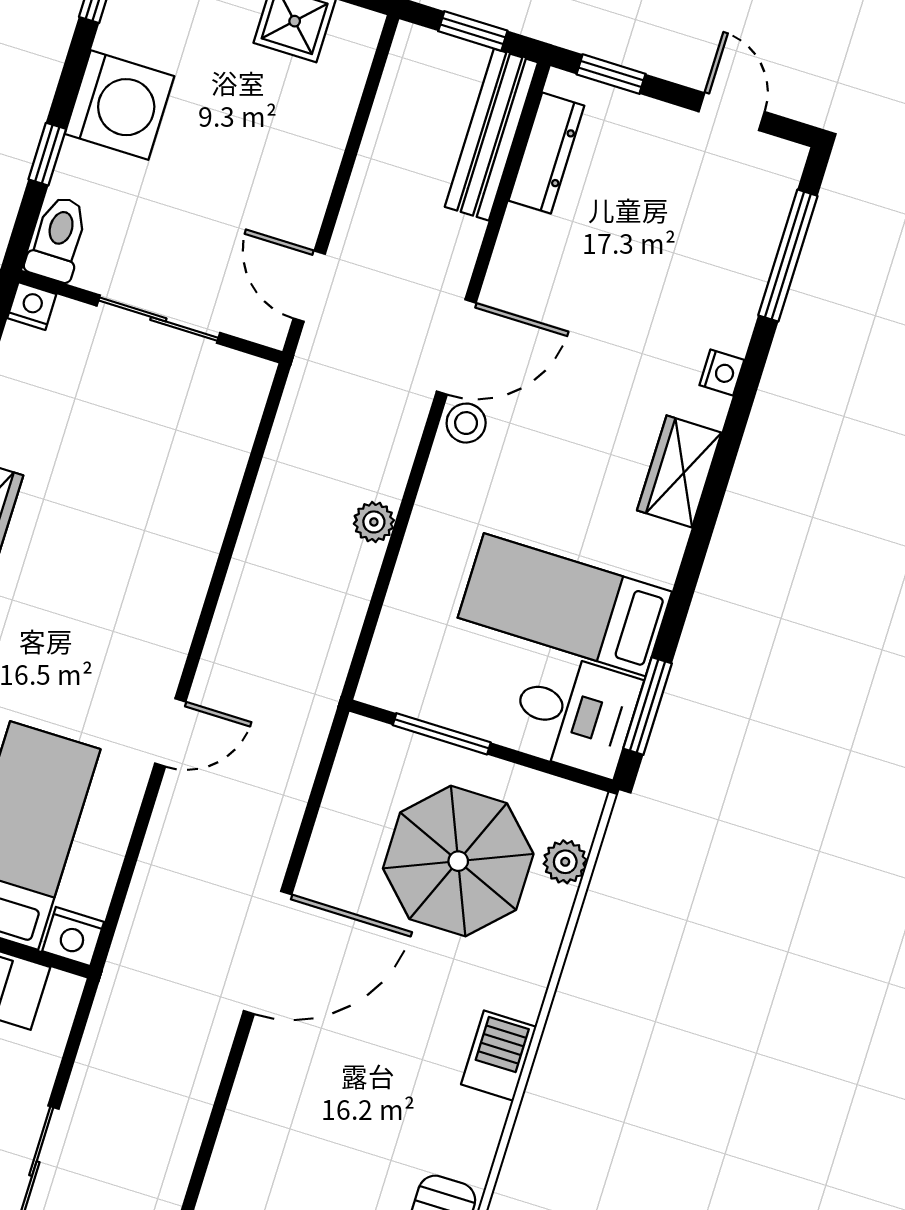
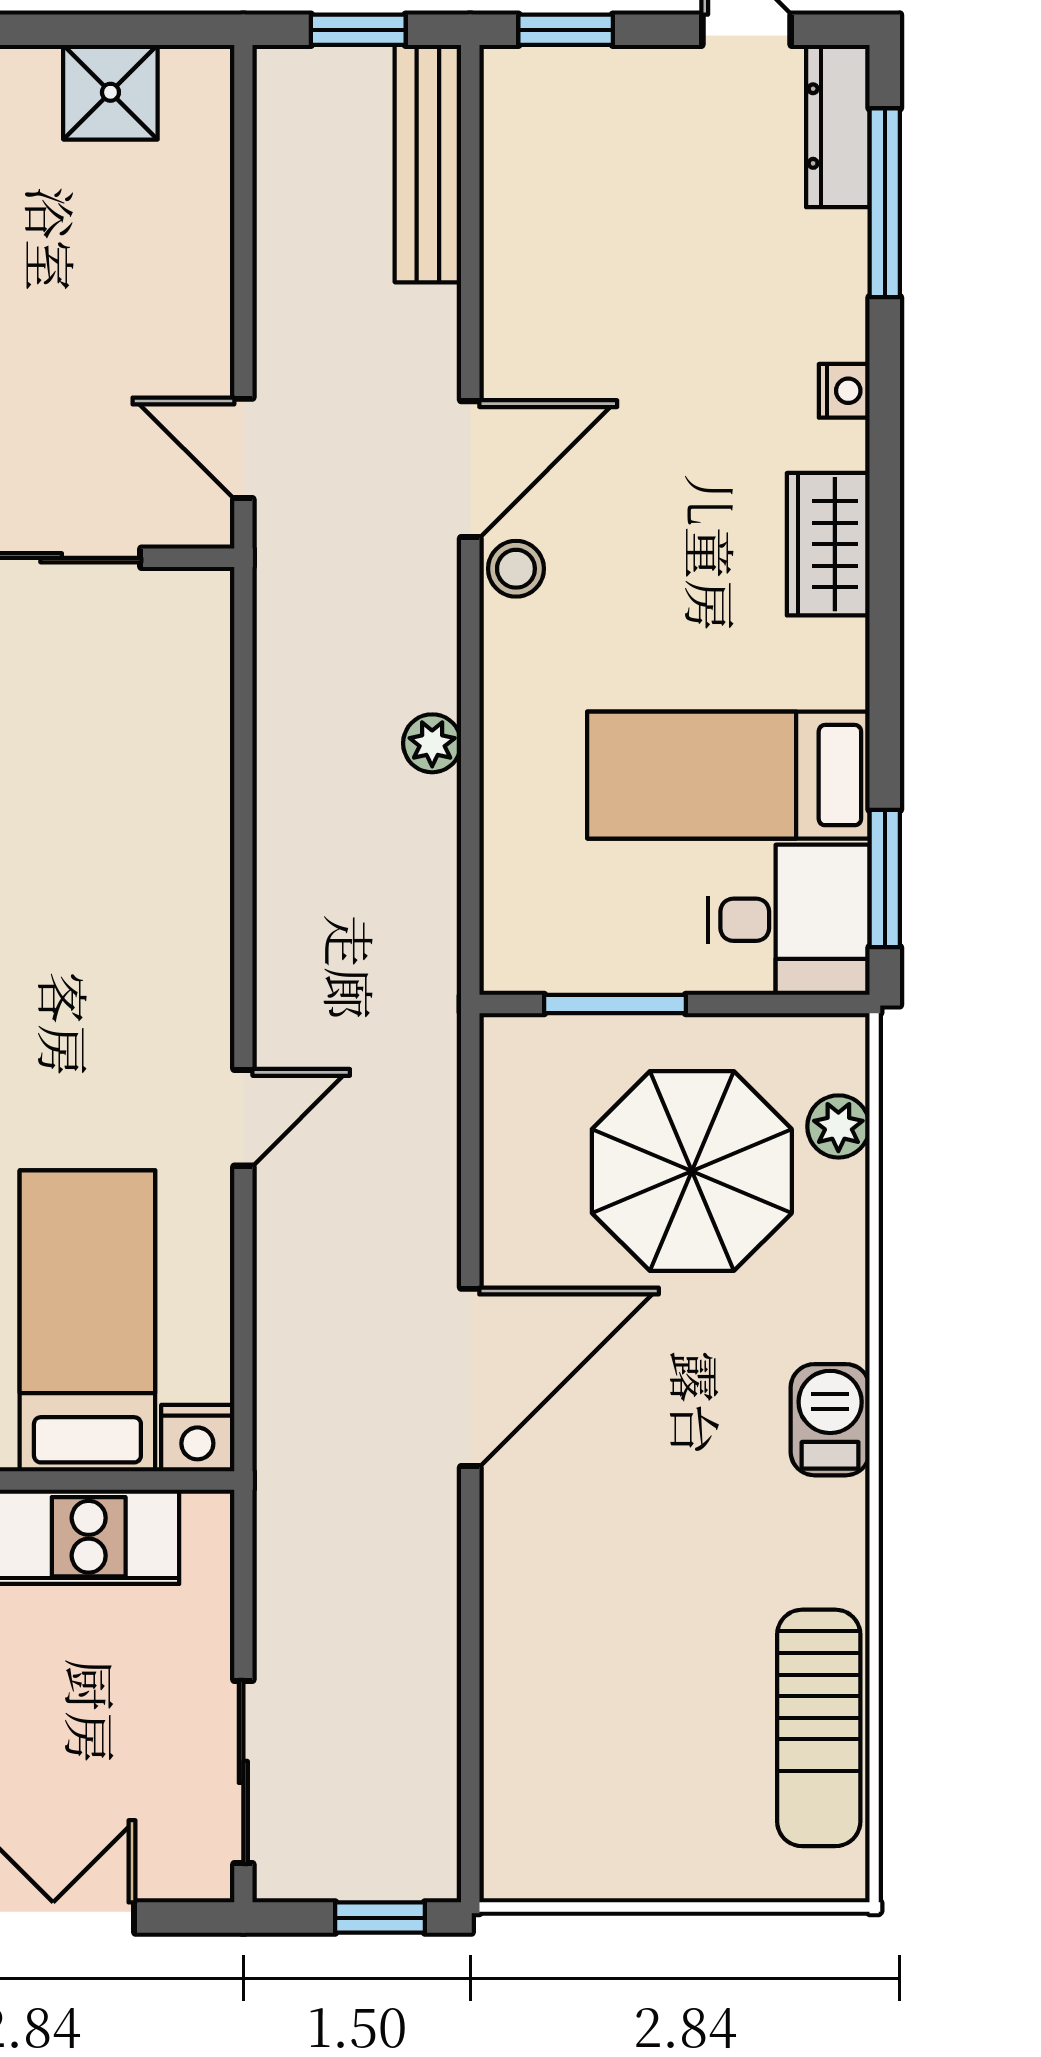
dresser: (546, 153) -> (838, 126), moved, turned 180

